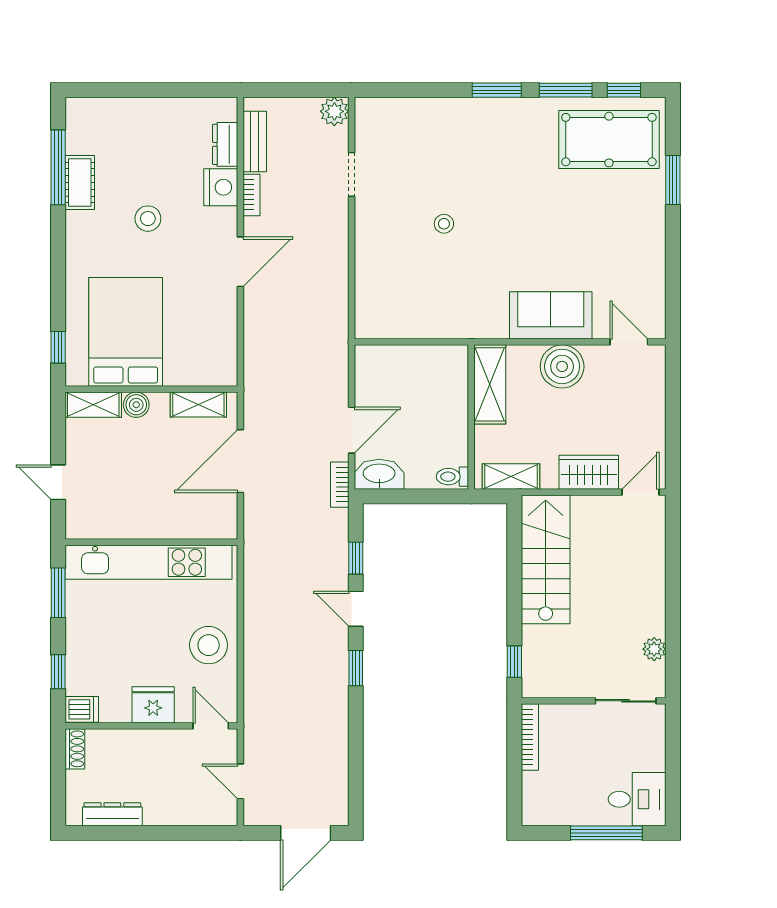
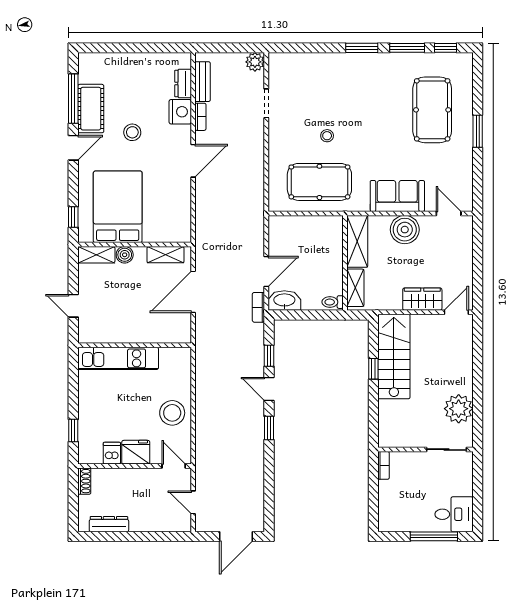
pool table: (609, 140) -> (432, 110), moved, turned 90
window: (673, 180) -> (478, 131), moved
cot: (80, 183) -> (91, 109), width x1.37, depth x1.34
door: (58, 242) -> (73, 148), added
pool table: (432, 294) -> (319, 182), added
shelving: (511, 476) -> (355, 288), moved, turned 90
kitchen unit: (148, 562) -> (118, 358), width x0.73
window: (58, 593) -> (73, 378), removed
plant: (654, 649) -> (459, 409), width x1.87, depth x1.87
window: (514, 662) -> (373, 369), moved
dishwasher: (82, 709) -> (112, 453), moved, turned -90
bookcase: (530, 737) -> (384, 465), width x0.64

